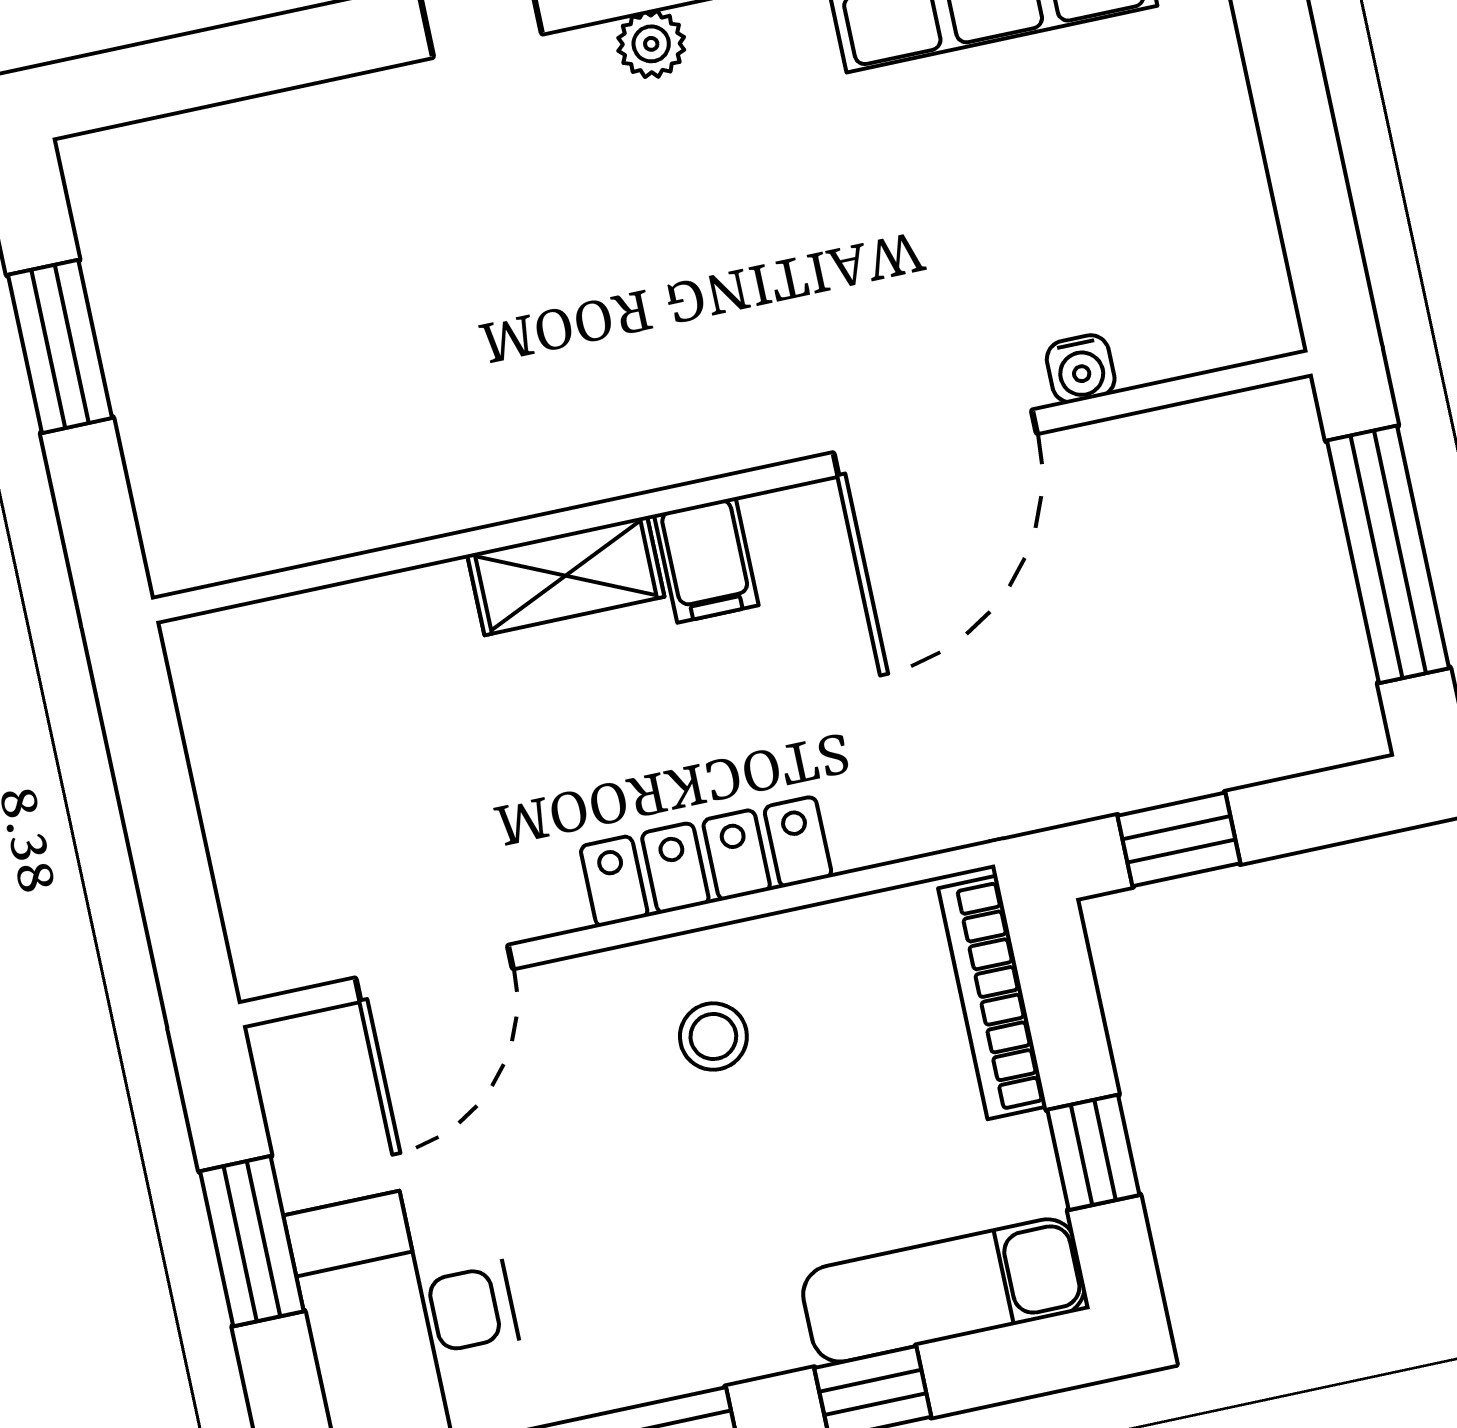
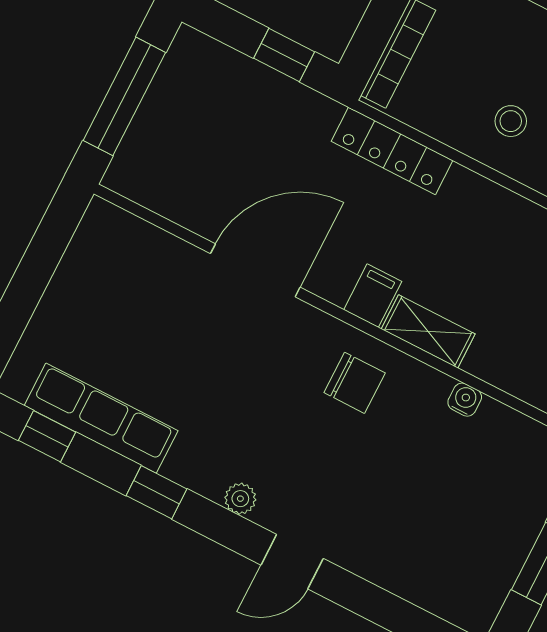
water cooler: (1081, 369) -> (465, 400), moved
chair: (618, 391) -> (355, 383), added
locker: (706, 862) -> (392, 151), moved

